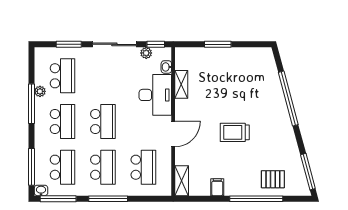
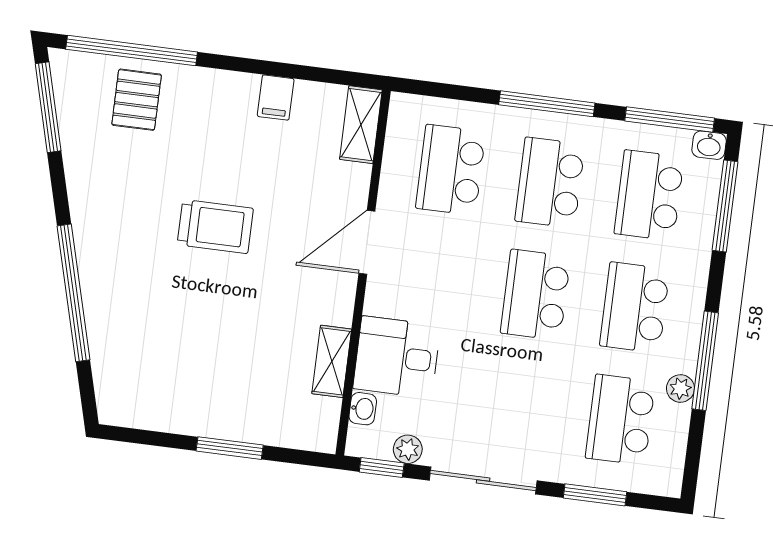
desk: (155, 95) -> (397, 357), width x0.73
pallet: (273, 179) -> (137, 100), turned 90
window: (256, 199) -> (132, 51), moved

